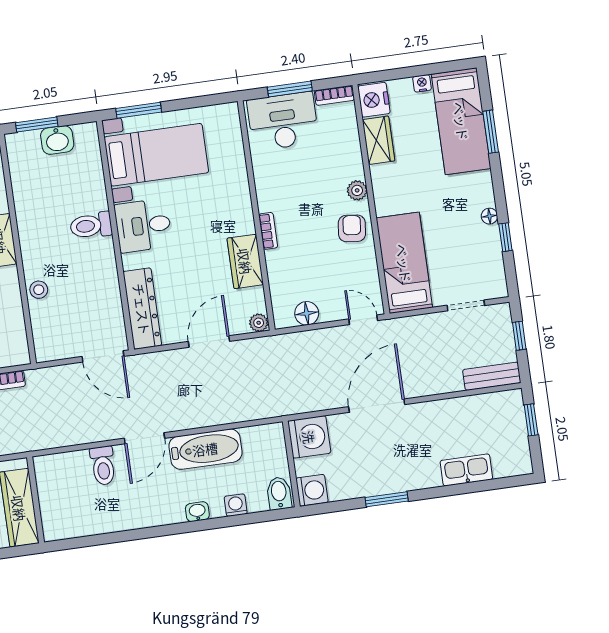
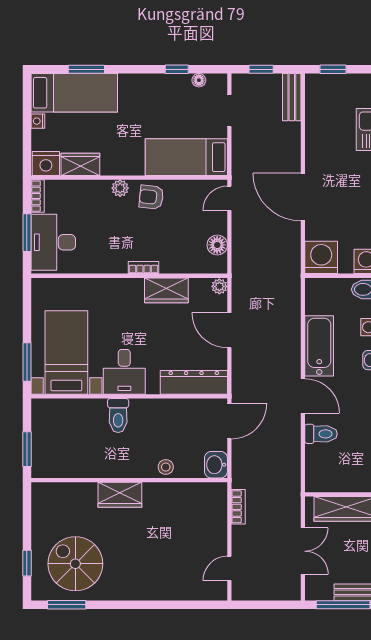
washbasin: (57, 140) -> (216, 465), moved, turned 180
floor lamp: (489, 216) -> (199, 80), moved

